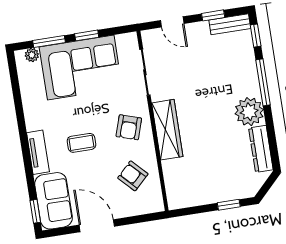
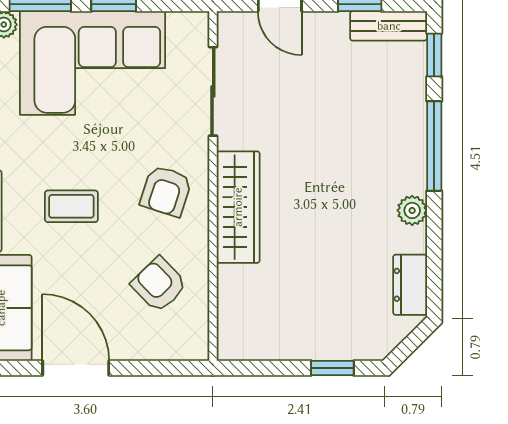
plant: (249, 112) -> (412, 210), width x0.53, depth x0.53
dresser: (261, 149) -> (410, 285), width x0.70

